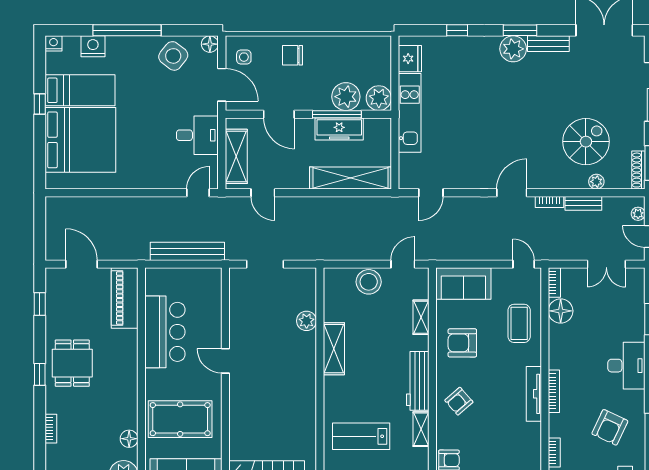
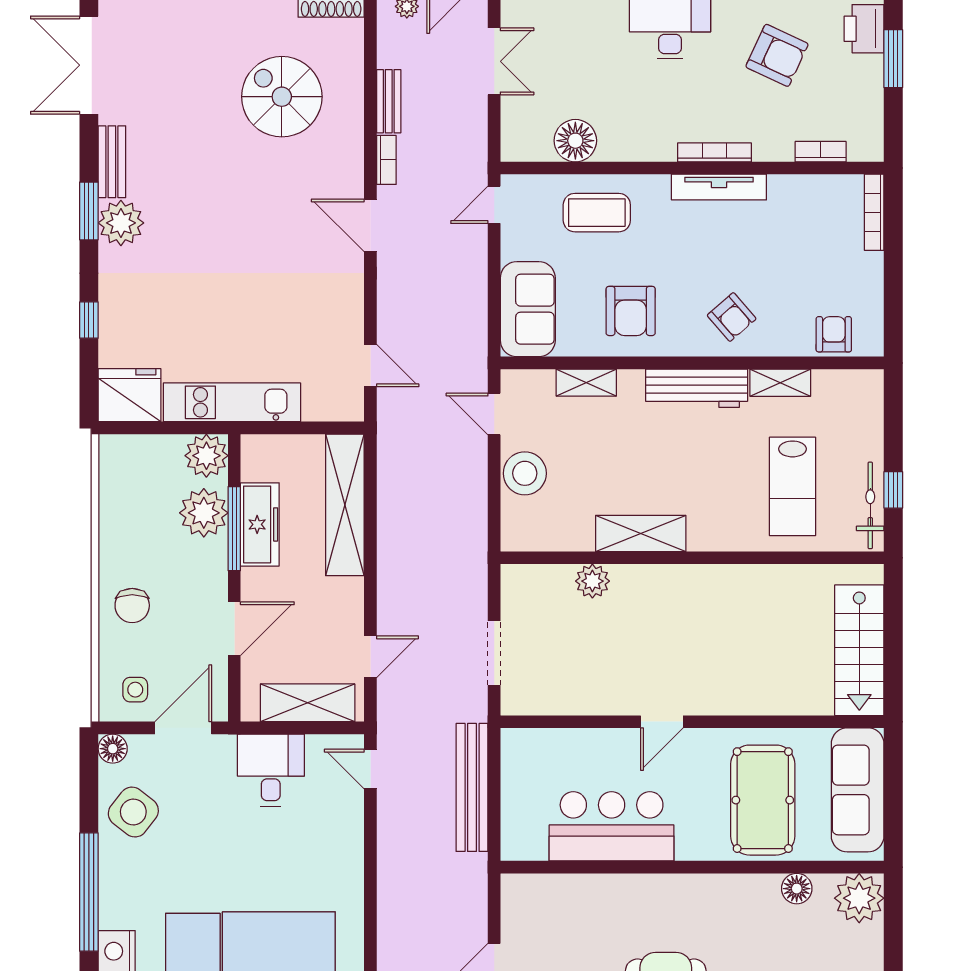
fridge: (410, 59) -> (130, 395), width x1.36, depth x1.34
plant: (596, 182) -> (351, 79), removed
bookcase: (554, 283) -> (526, 152), removed
piano: (125, 298) -> (553, 896), removed

